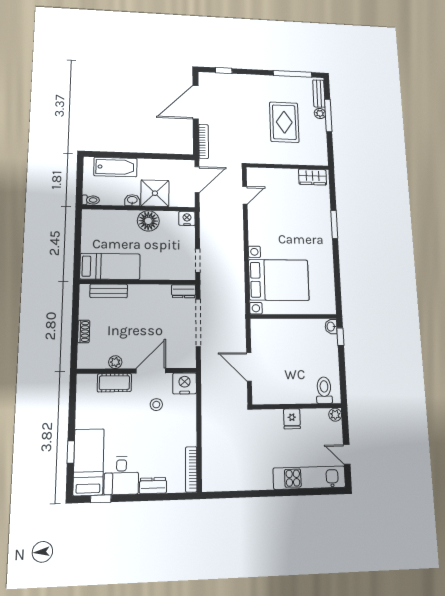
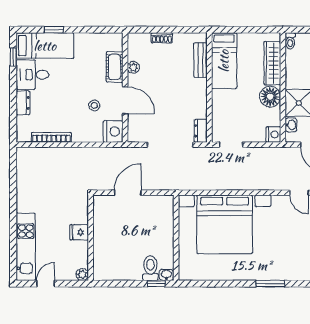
washbasin: (132, 200) -> (291, 125), moved
wardrobe: (114, 218) -> (272, 63), added
bed with nightstands: (279, 280) -> (225, 224), width x1.36
toilet: (324, 390) -> (150, 268), moved, turned -90
bookcase: (191, 469) -> (51, 137), moved

